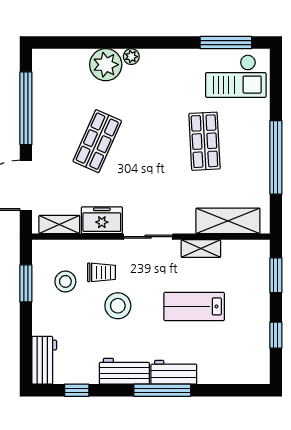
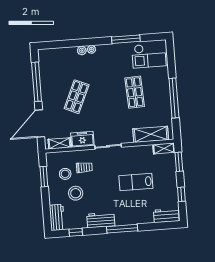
window: (226, 43) -> (126, 39), moved
plant: (106, 65) -> (82, 51), width x0.53, depth x0.53
shelving: (201, 249) -> (164, 148), moved
stool: (118, 306) -> (76, 193), moved
workbench: (174, 372) -> (166, 216), moved

